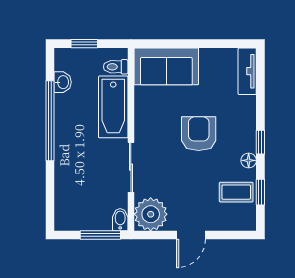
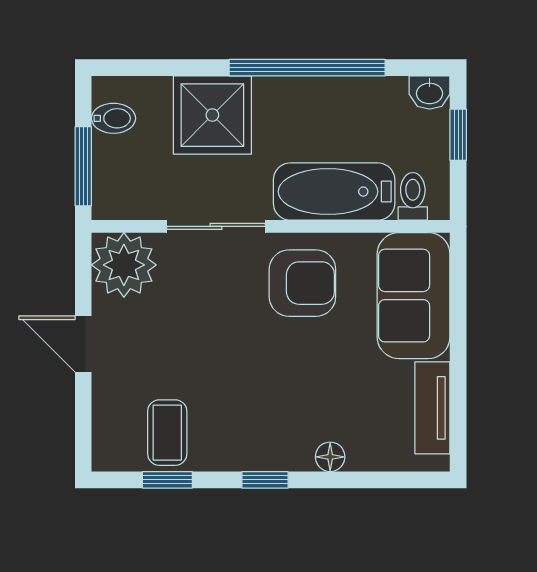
tv unit: (247, 71) -> (432, 408), moved, turned -90
washbasin: (63, 82) -> (430, 92), moved
armchair: (199, 134) -> (302, 283), moved
floor lamp: (249, 160) -> (330, 457), moved
shower: (74, 169) -> (212, 115), added
bidet: (120, 220) -> (114, 118), moved

